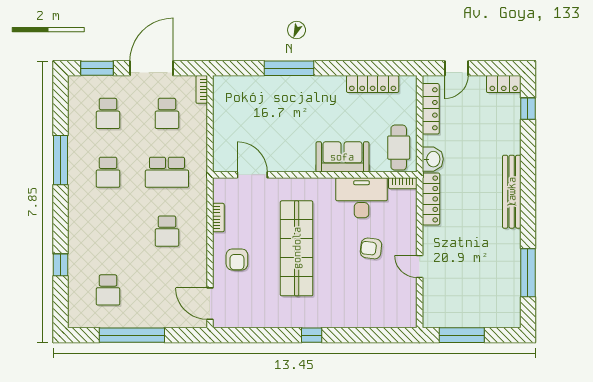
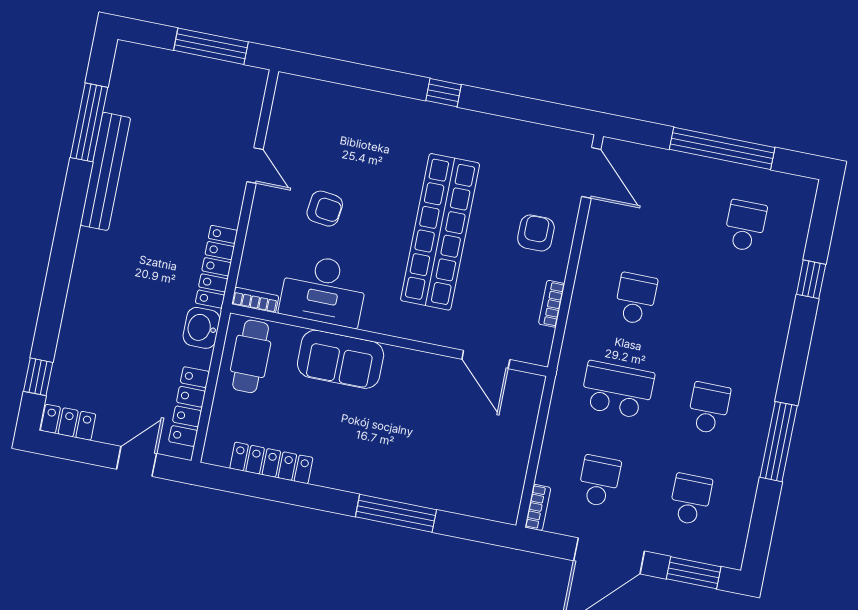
bench: (512, 192) -> (105, 171), moved

